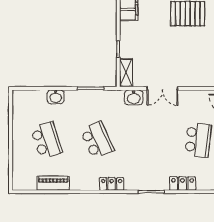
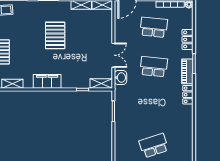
washbasin: (56, 97) -> (120, 138), removed
school desk: (97, 140) -> (154, 67), moved, turned 30
piano: (53, 183) -> (187, 71), moved

